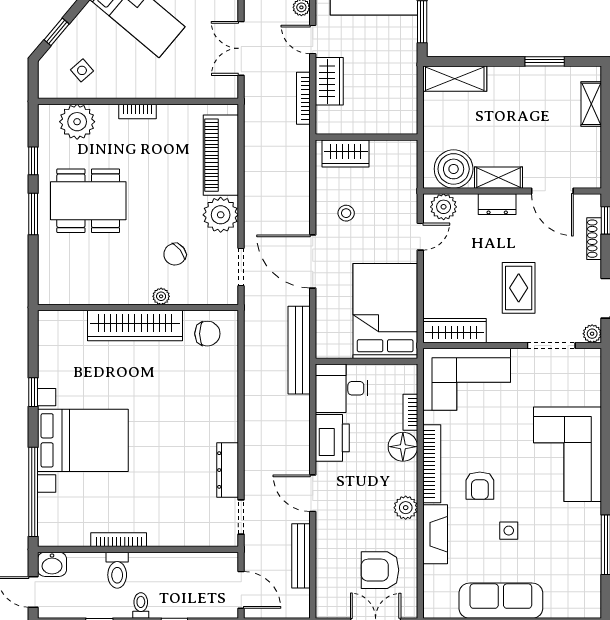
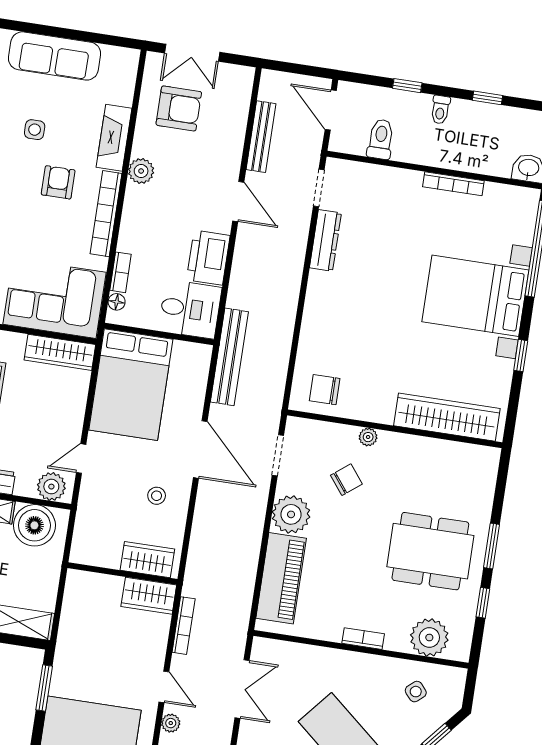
wardrobe: (329, 81) -> (149, 596), moved, turned -90
wardrobe: (135, 325) -> (447, 417), moved
floor lamp: (403, 447) -> (117, 302), moved, width x0.53, depth x0.53
toilet: (117, 570) -> (381, 139), moved

